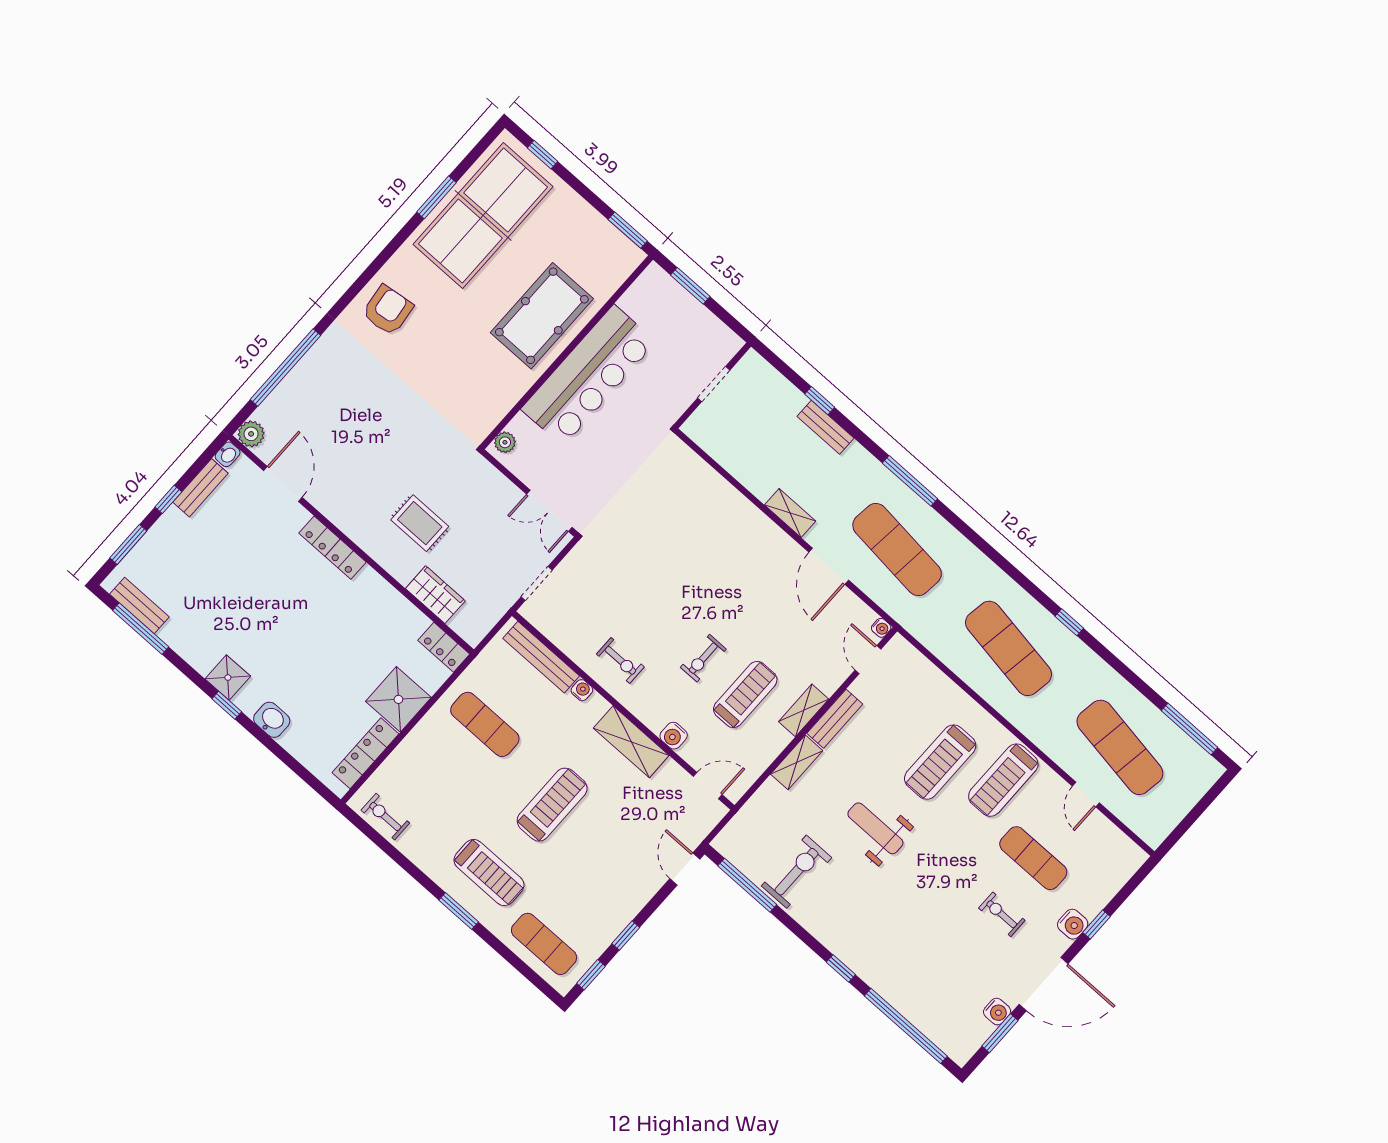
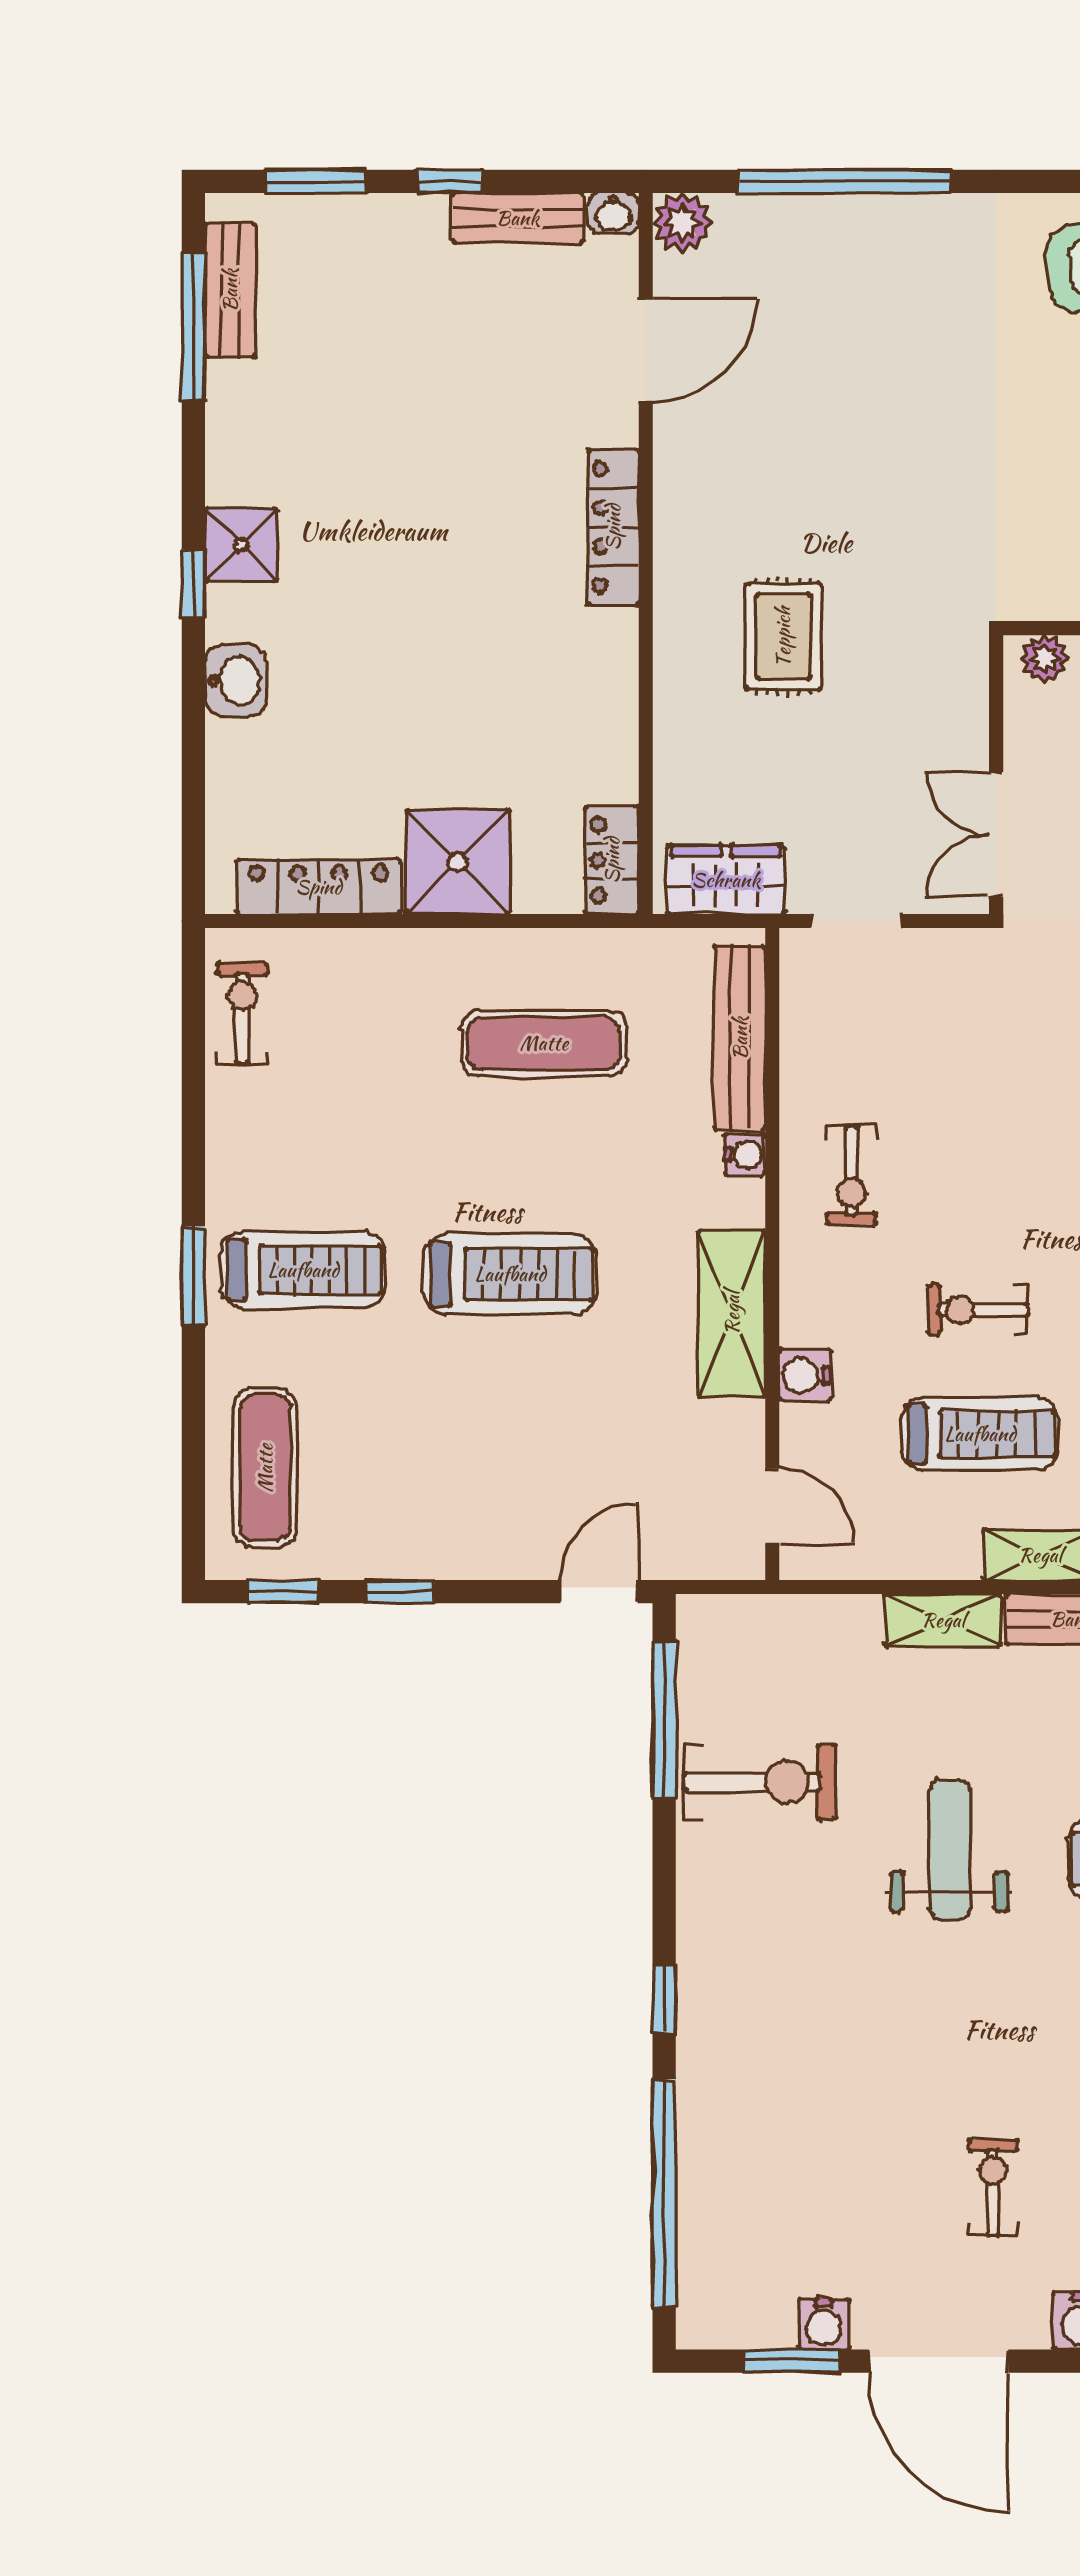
wardrobe: (435, 595) -> (726, 880), moved, turned -90
exercise mat: (485, 724) -> (544, 1043), turned 90
treadmill: (489, 873) -> (303, 1270), turned -90

